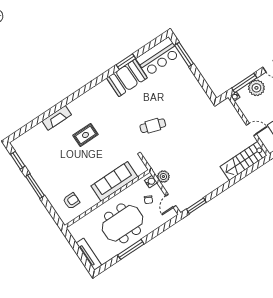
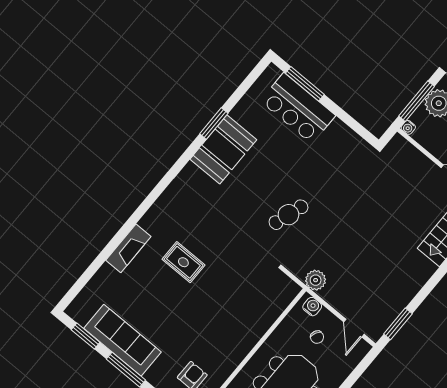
bar counter: (158, 57) -> (298, 108), moved, turned 90
rug: (85, 135) -> (183, 262), turned 90
plant: (163, 177) -> (316, 280), moved
sofa: (114, 181) -> (122, 340), moved, turned 90

